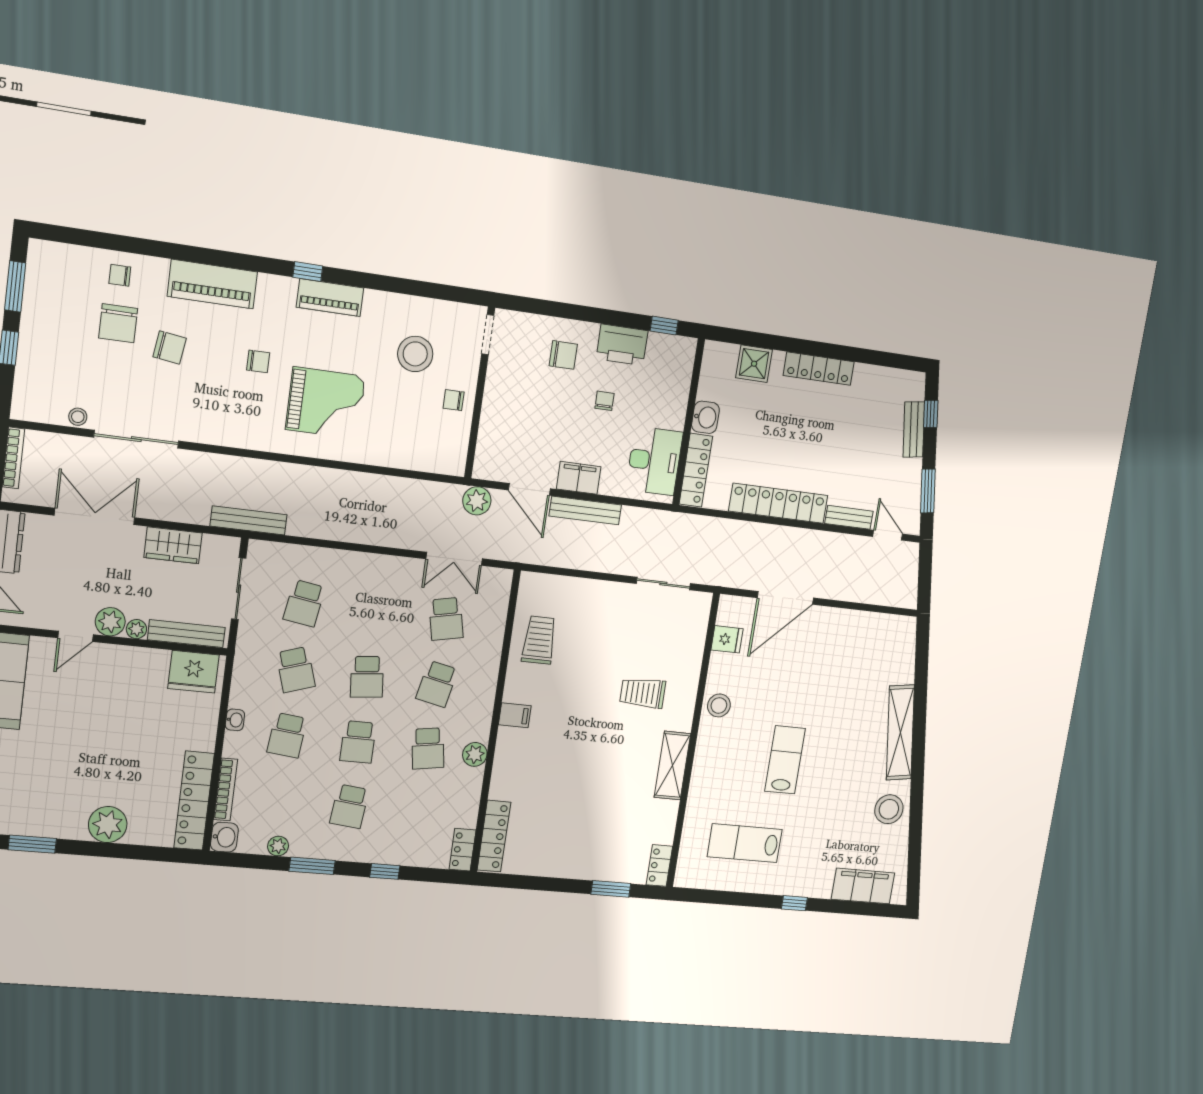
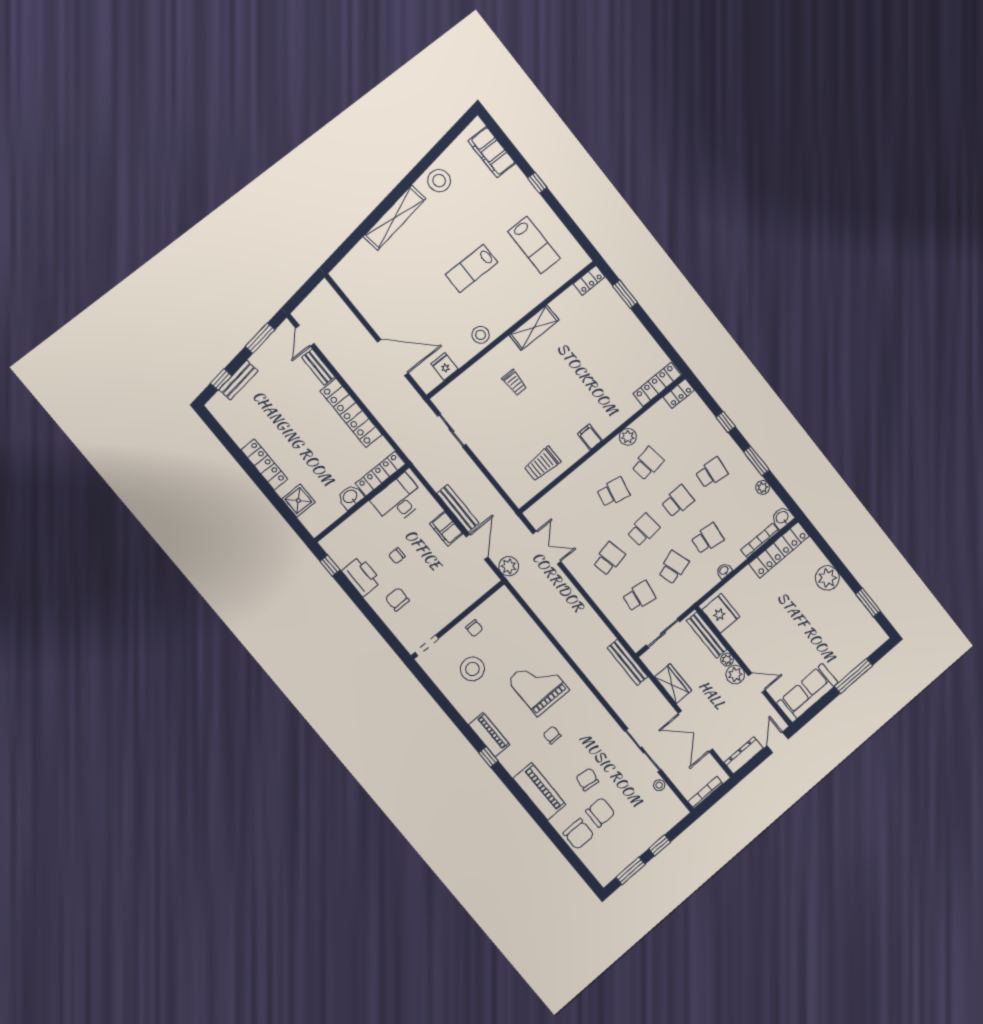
chair: (120, 275) -> (579, 834), width x1.87, depth x1.87
school desk: (446, 619) -> (609, 559), moved
trolley: (643, 693) -> (514, 383), width x0.73, depth x0.72

